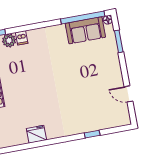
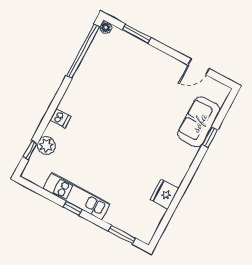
sofa: (85, 30) -> (199, 122), moved, turned 180
dishwasher: (22, 38) -> (60, 118), moved

